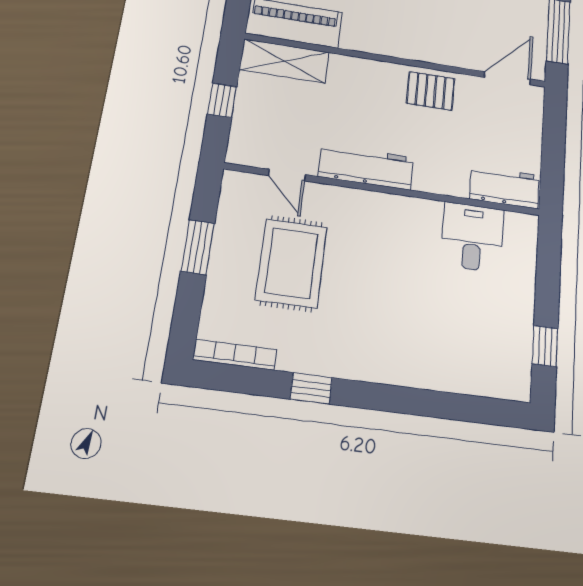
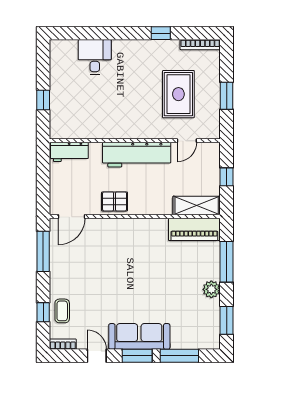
workbench: (366, 167) -> (137, 155), width x1.36, depth x1.32
door: (287, 175) -> (187, 141), swing flipped
desk: (472, 237) -> (95, 57), moved, turned 180
window: (545, 346) -> (43, 100), moved

